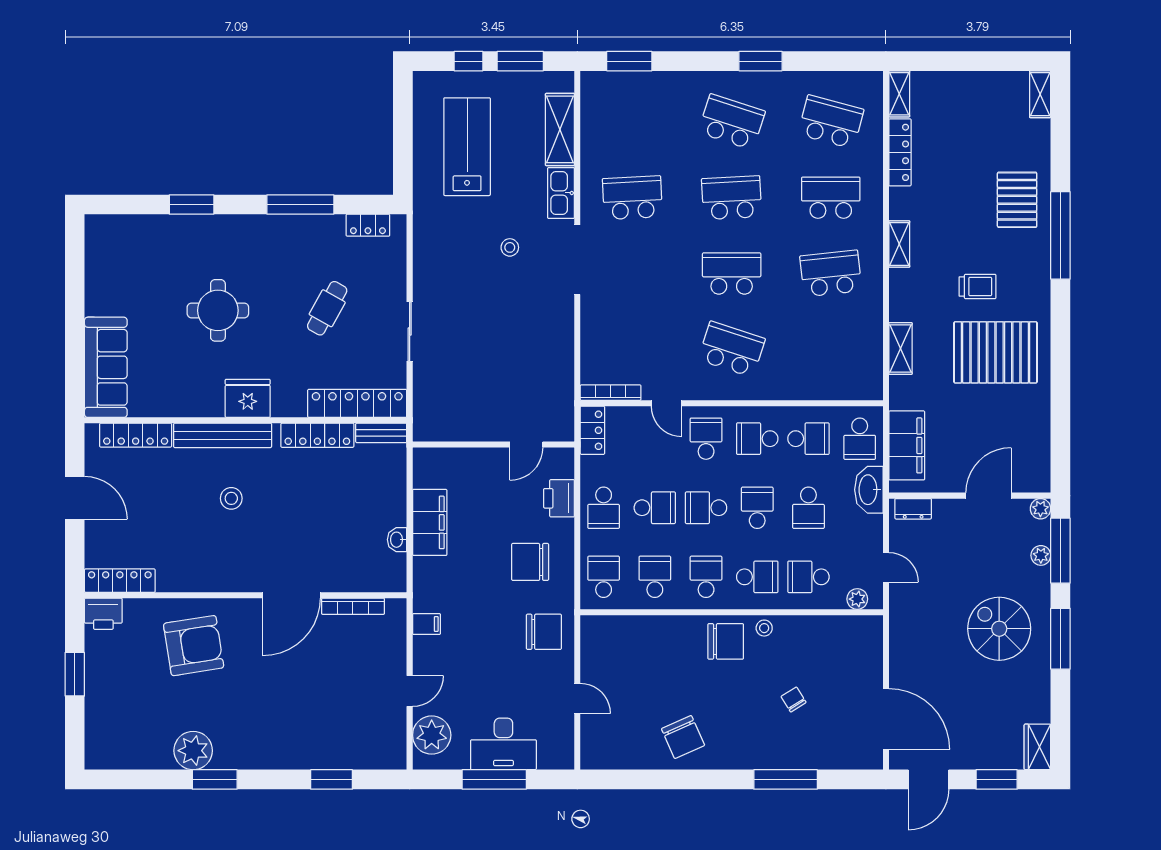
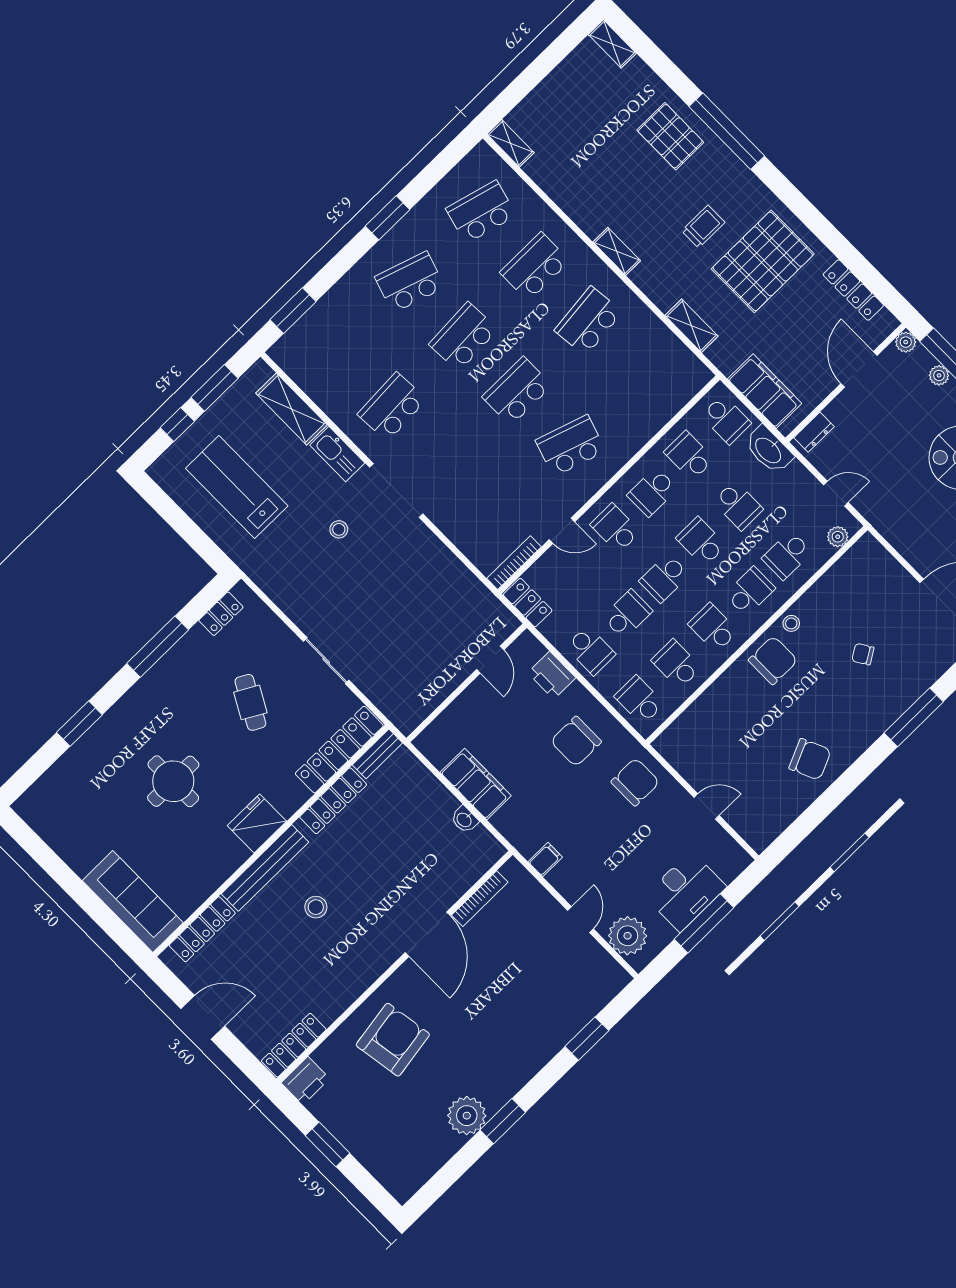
locker: (900, 152) -> (853, 290), moved, turned 180
school desk: (808, 439) -> (689, 456), turned -90

